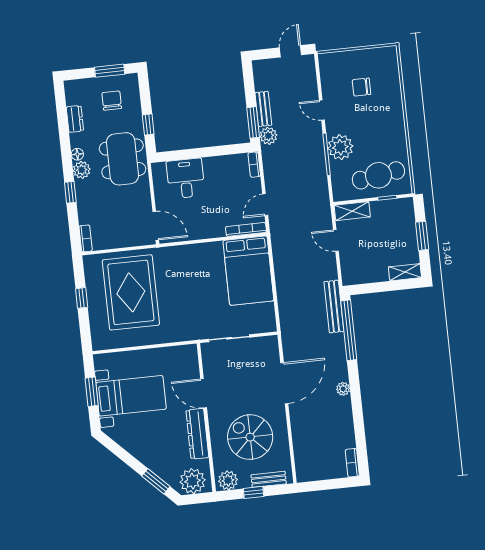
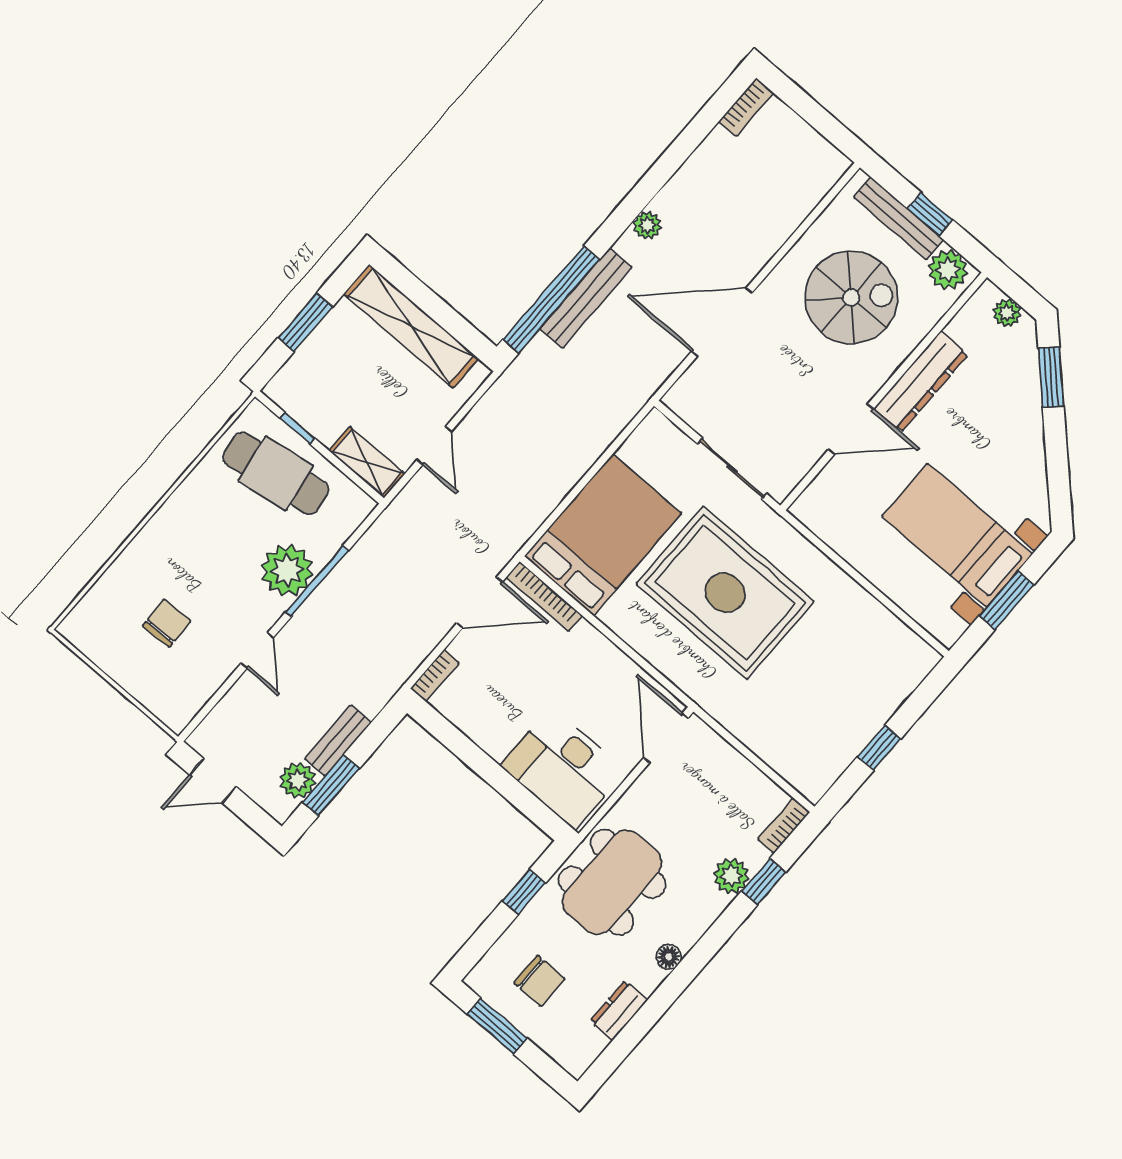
chair: (361, 87) -> (167, 623), turned -92
chair: (112, 101) -> (539, 981), turned -90
window: (253, 122) -> (331, 785), moved
plant: (268, 136) -> (298, 780), moved
plant: (82, 170) -> (731, 876), moved
desk: (186, 178) -> (563, 768), width x1.37
window: (70, 192) -> (764, 882), moved
door: (265, 205) -> (480, 603), width x1.38
shelving: (405, 272) -> (411, 326), width x2.20, depth x1.33
rug: (131, 292) -> (725, 593), moved, turned 90
bench: (334, 306) -> (586, 298), moved
door: (204, 393) -> (851, 429), hinge flipped
spiral stairs: (250, 437) -> (851, 297), turned -90
bench: (269, 479) -> (899, 218), width x1.36
plant: (193, 481) -> (1007, 313), width x0.53, depth x0.53

